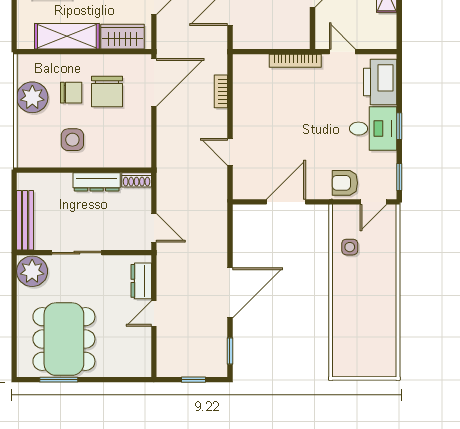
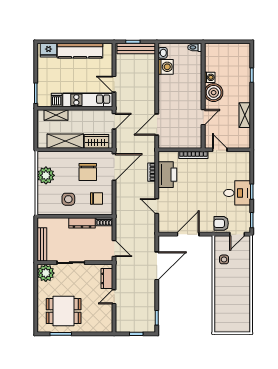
printer: (380, 82) -> (167, 175), moved, turned 180
chair: (71, 93) -> (97, 198), moved
door: (230, 293) -> (157, 266), moved
dining table: (64, 339) -> (64, 311), width x0.73

